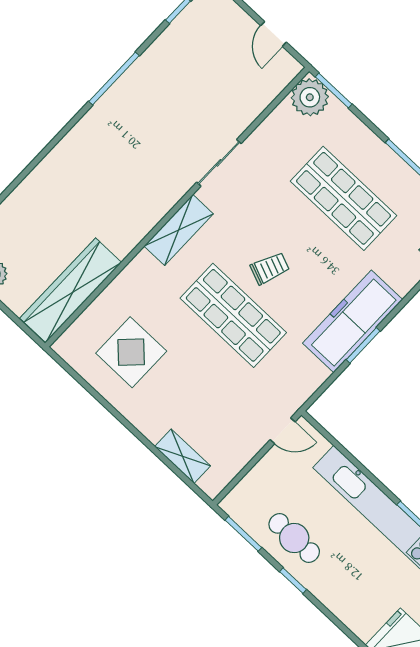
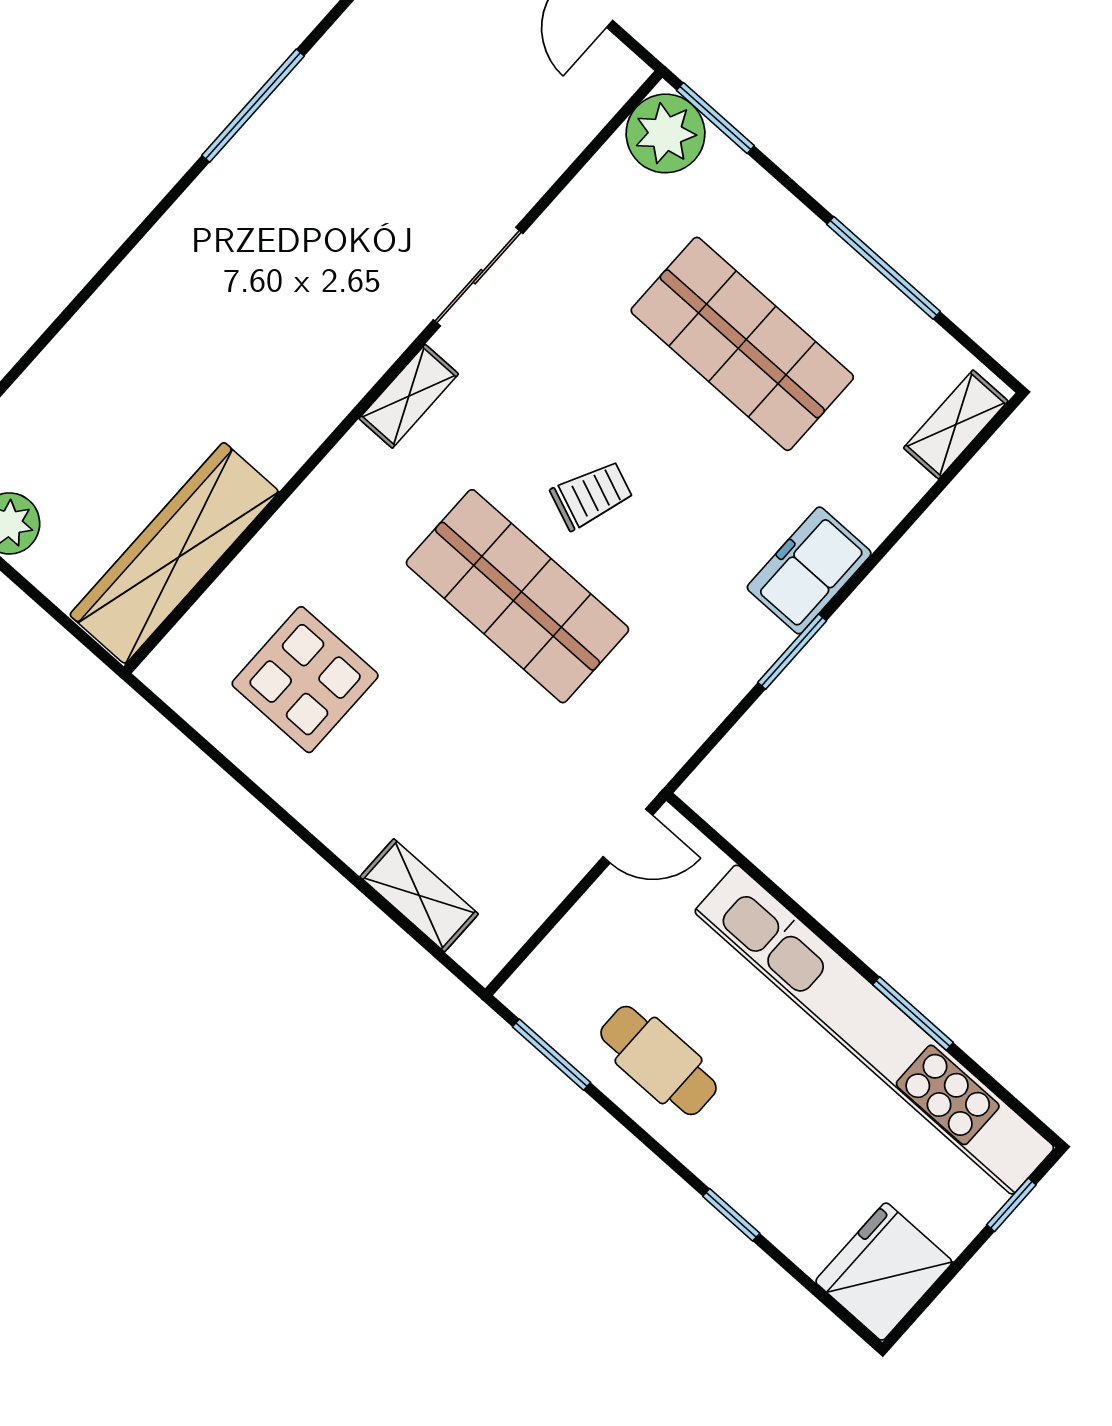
shelving: (179, 230) -> (409, 396), width x0.67, depth x0.75
freezer: (353, 321) -> (809, 570), width x0.52, depth x0.79
window: (293, 581) -> (731, 1215), moved

